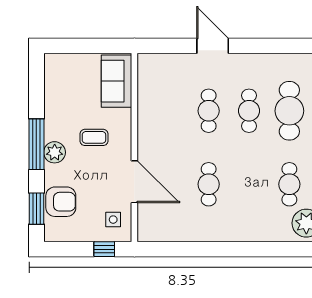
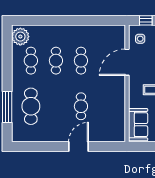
door: (213, 46) -> (79, 147), swing flipped
cafe table: (249, 111) -> (56, 61), moved
door: (134, 182) -> (127, 62), hinge flipped

